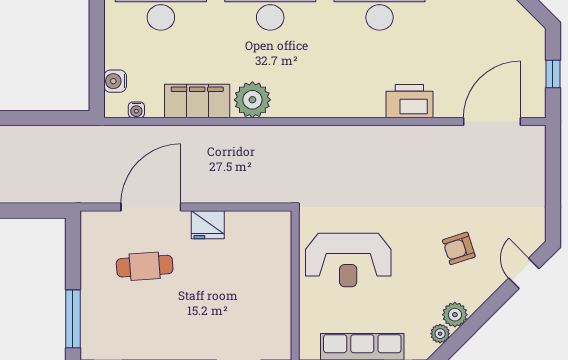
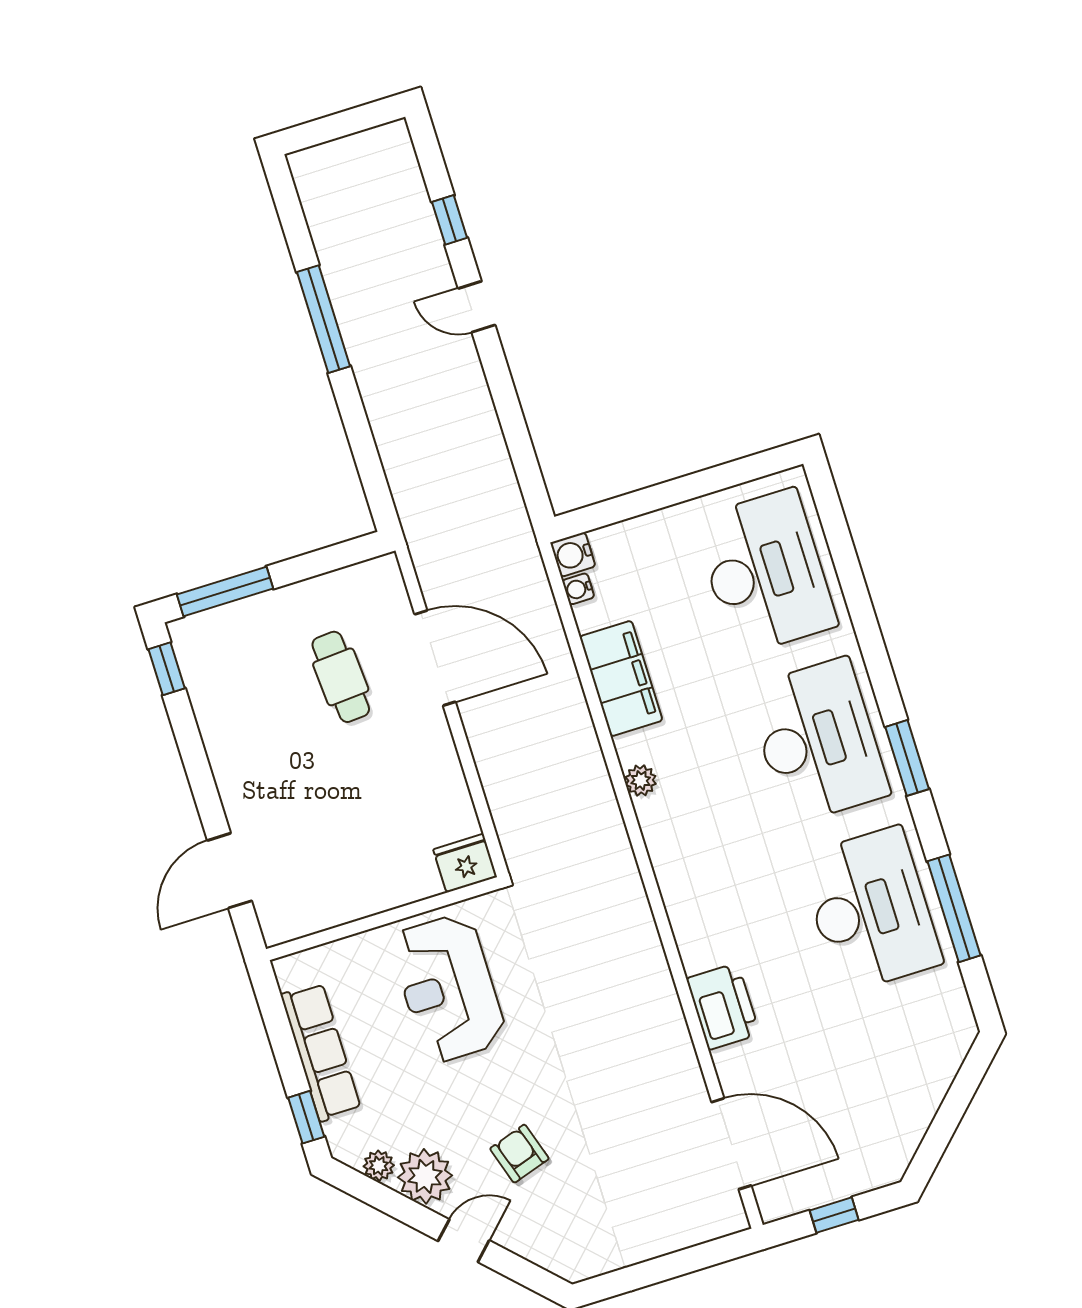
water cooler: (115, 81) -> (573, 554), moved, turned -90
plant: (252, 100) -> (641, 780), width x0.53, depth x0.53
fridge: (208, 225) -> (465, 863), moved, turned 90
door: (524, 273) -> (464, 1241), moved
plant: (455, 315) -> (425, 1176), width x1.36, depth x1.36

